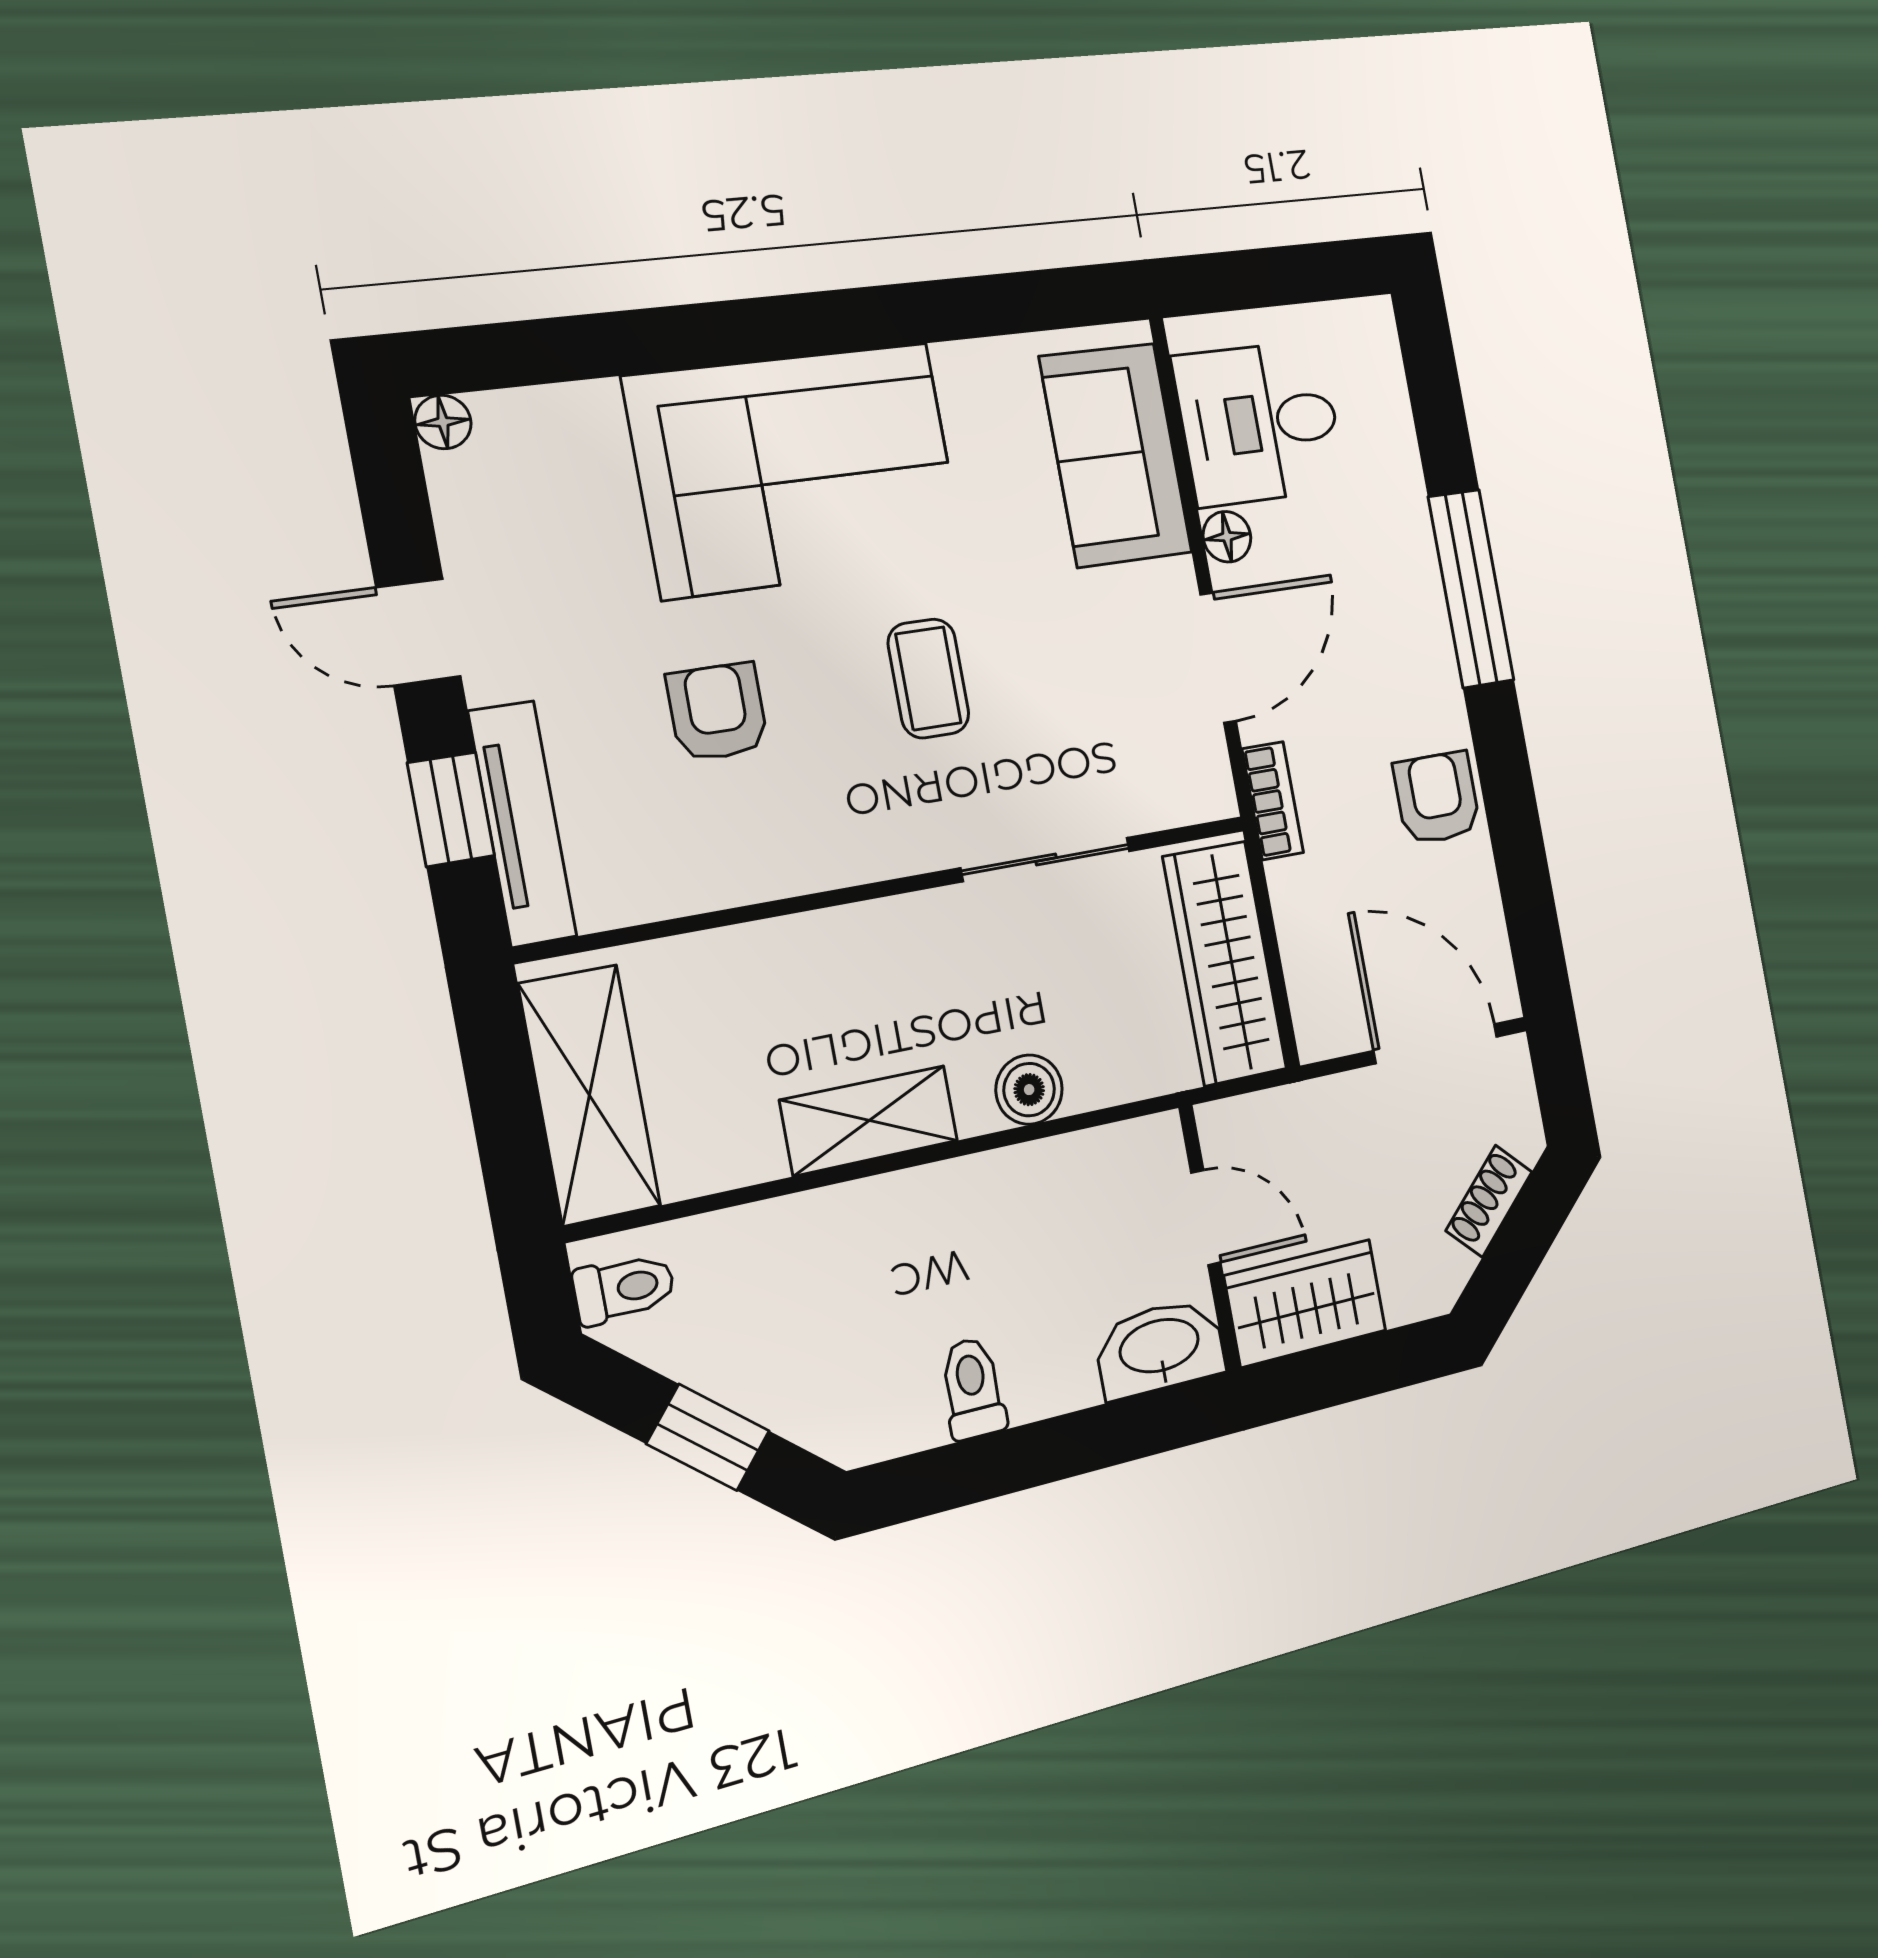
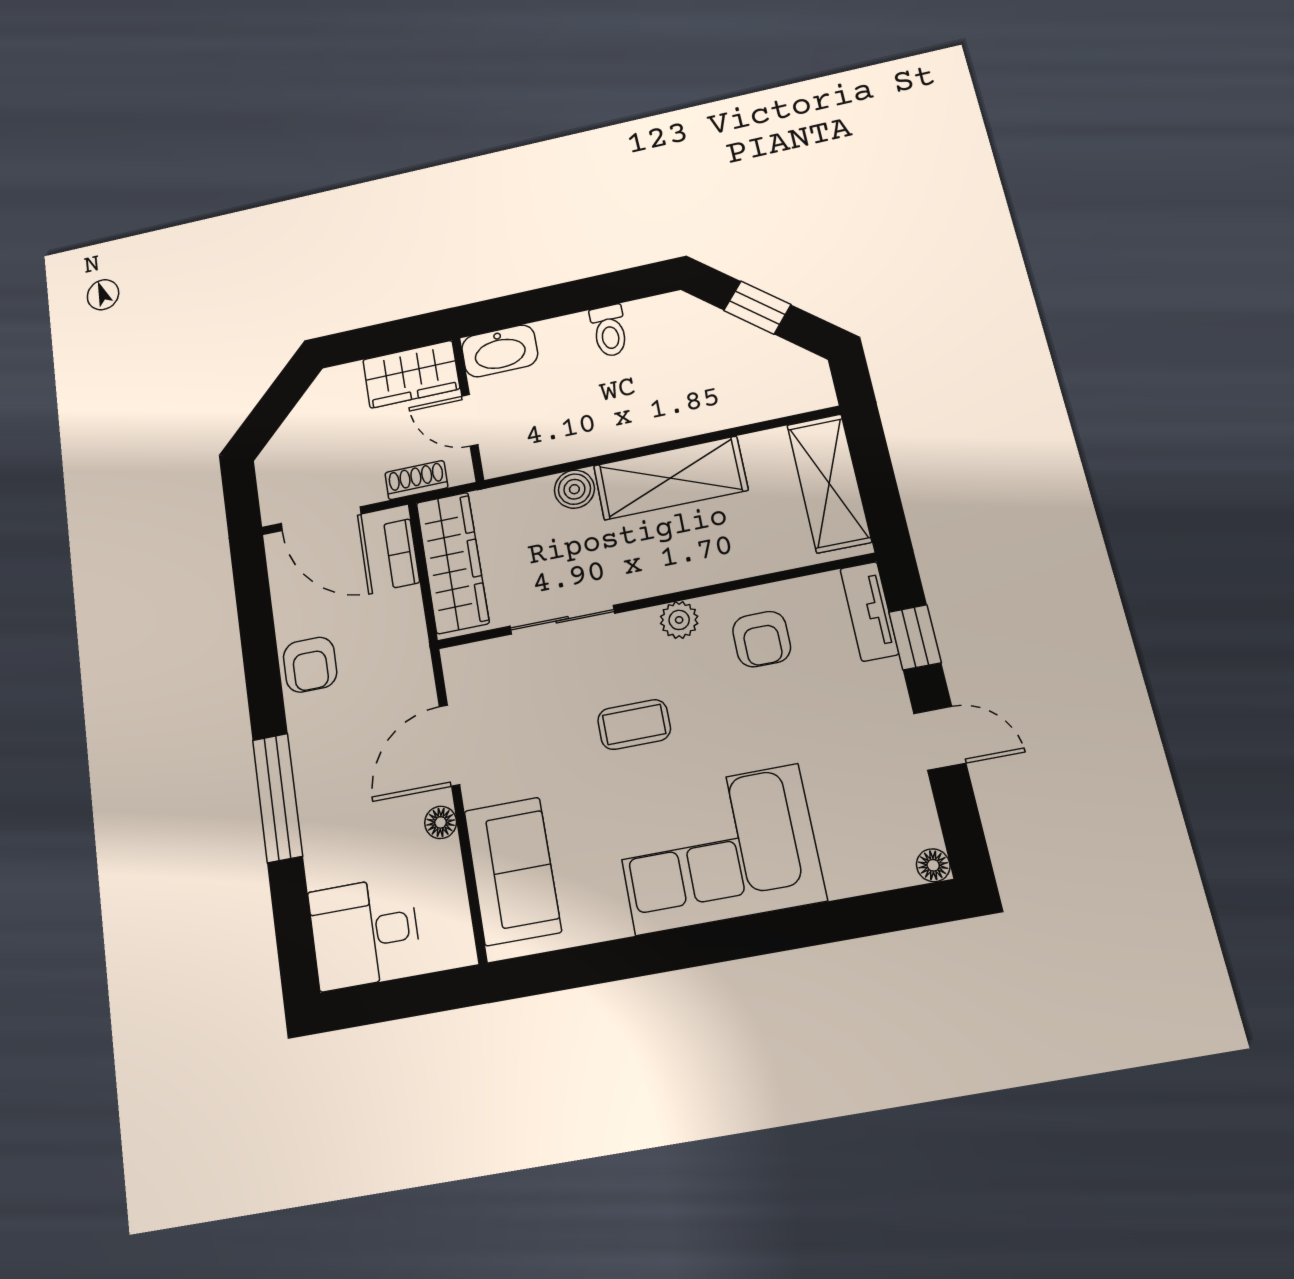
desk: (1260, 423) -> (365, 933), moved, turned 180
coffee table: (928, 679) -> (634, 724), turned 90
armchair: (717, 712) -> (762, 639), moved
bookcase: (1273, 801) -> (402, 553), moved
tv unit: (522, 824) -> (869, 611), width x0.71
plant: (854, 853) -> (679, 620), added
shelving: (869, 1121) -> (670, 478), width x1.50, depth x1.33
shoe rack: (1489, 1201) -> (416, 480), moved, turned -135
toilet: (624, 1289) -> (806, 383), removed

